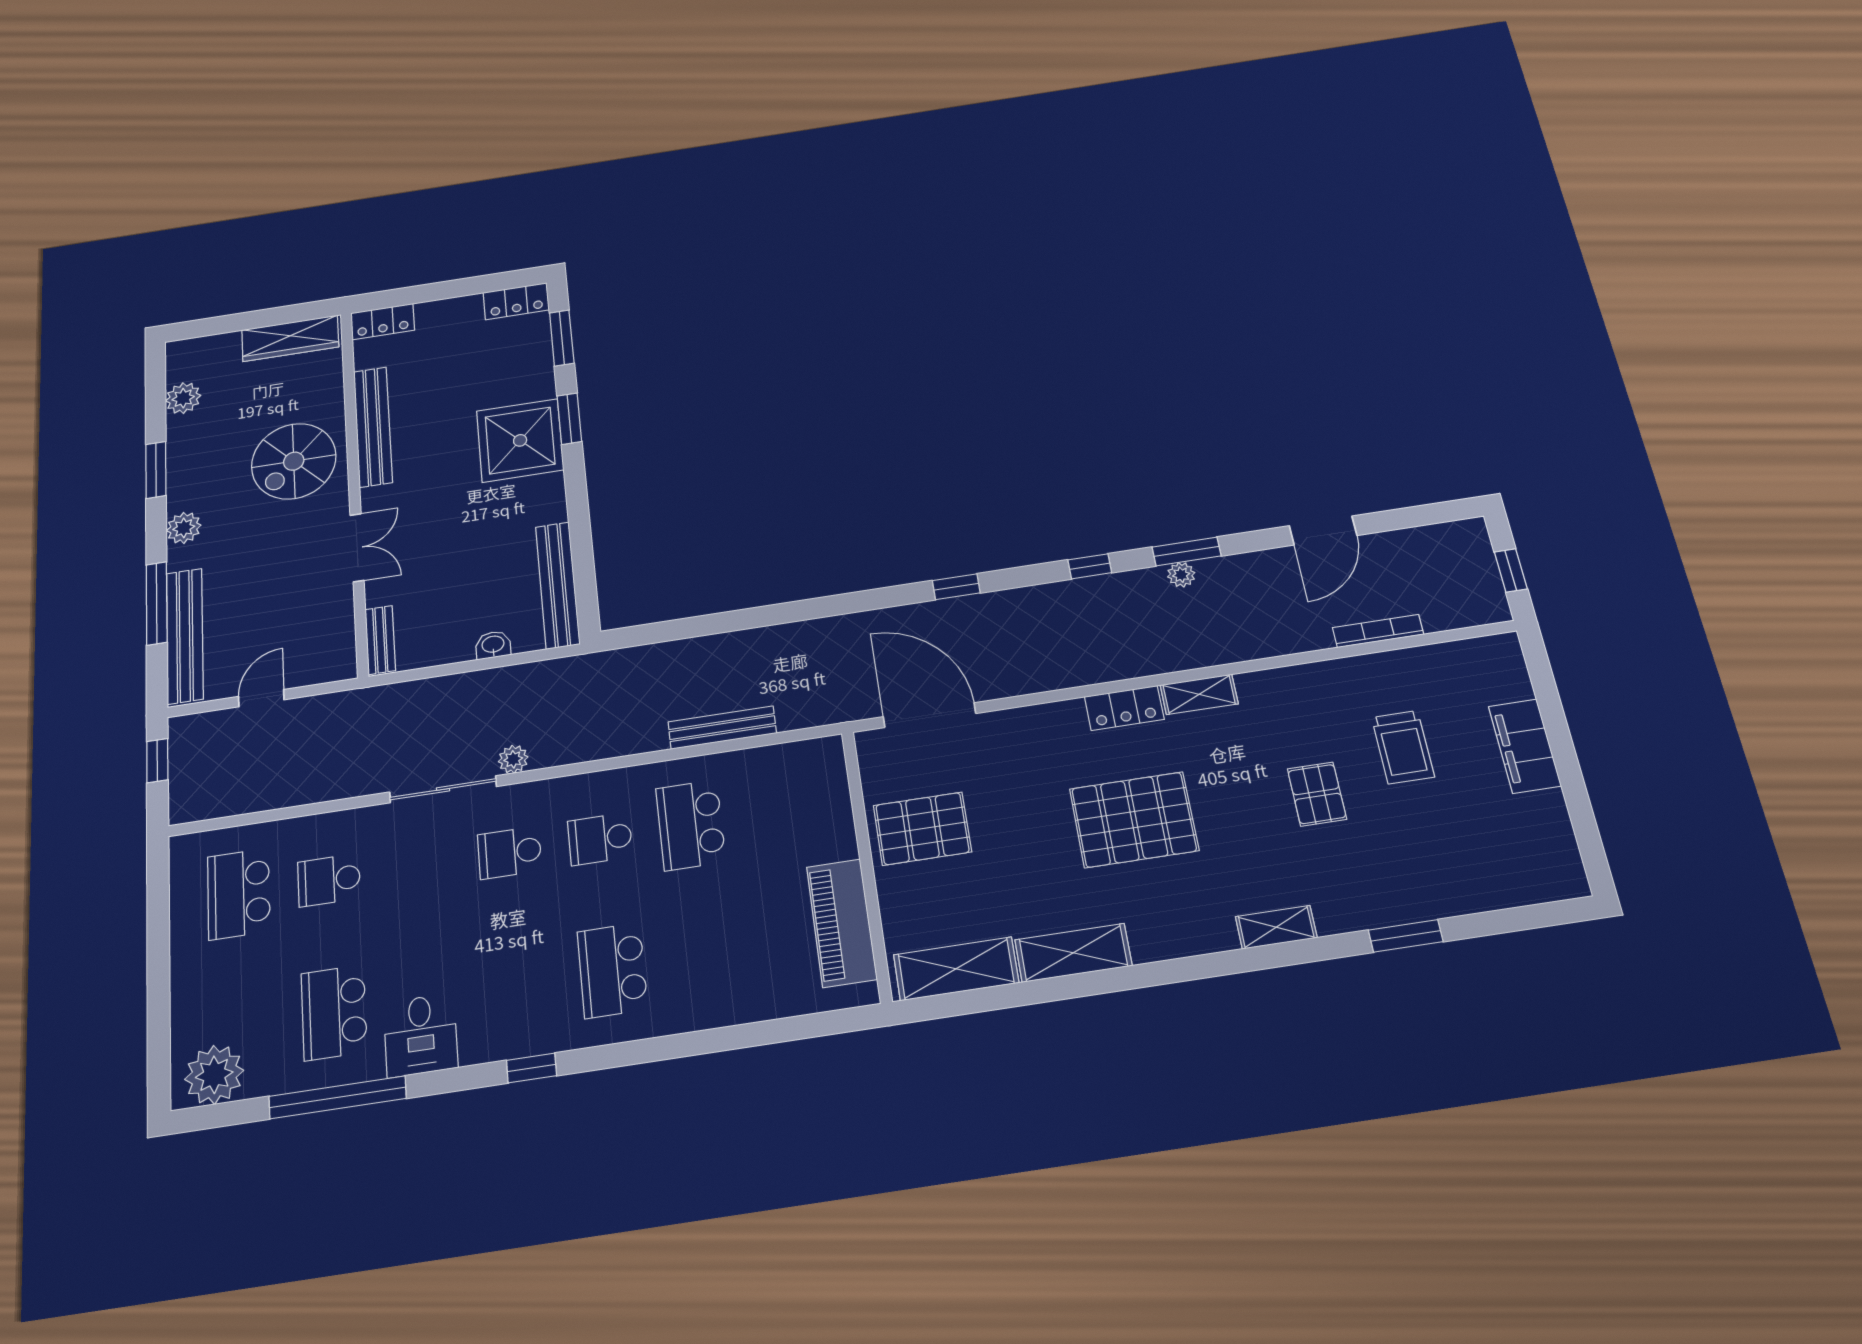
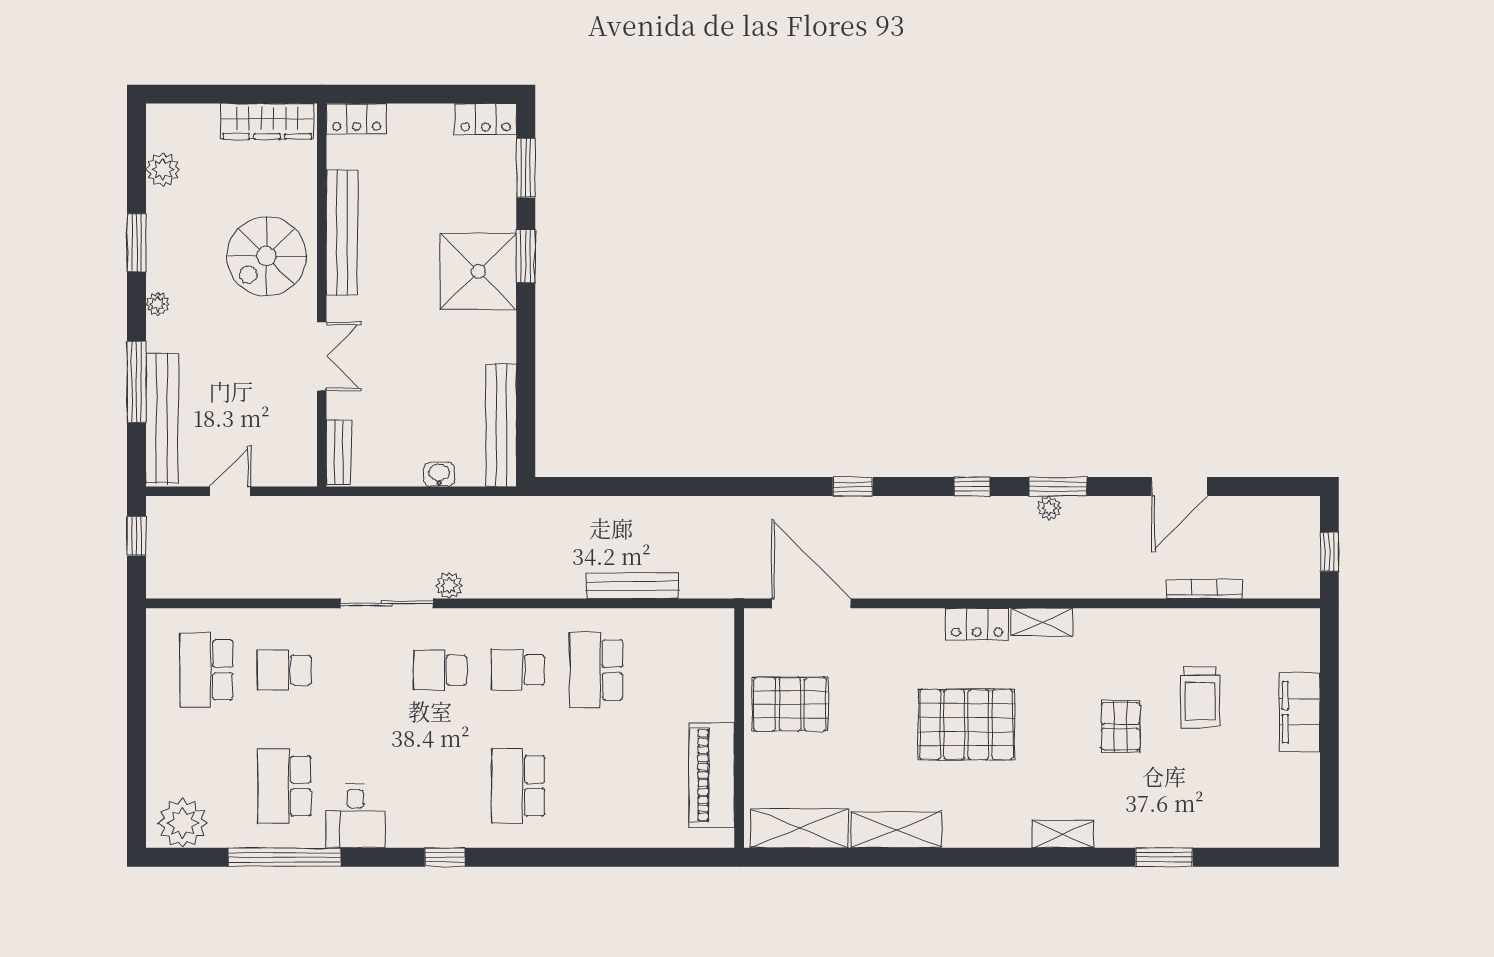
plant: (184, 528) -> (158, 304), width x0.73, depth x0.73

